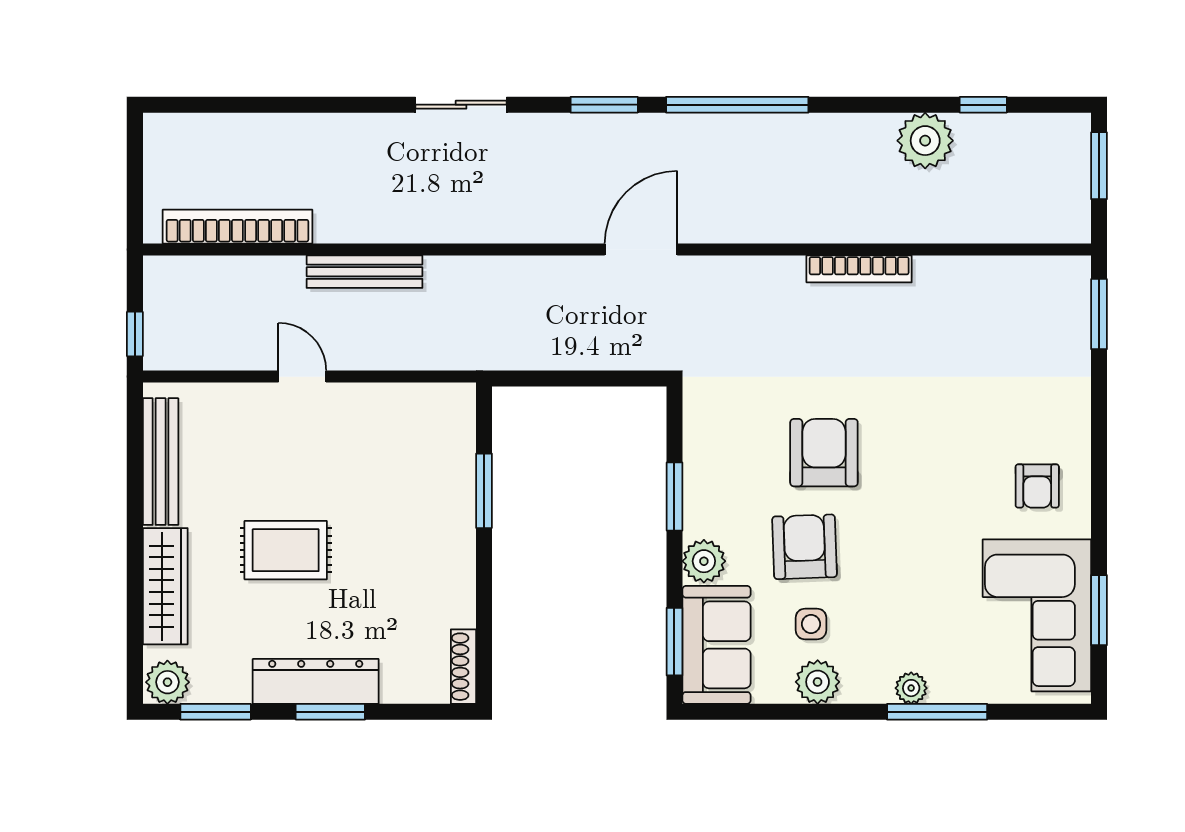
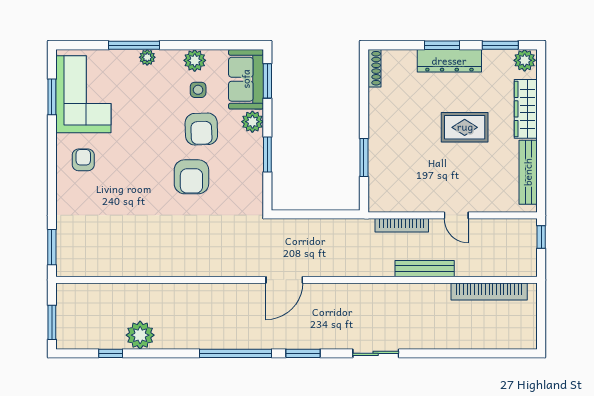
bookcase: (859, 269) -> (402, 225), moved, turned 180

